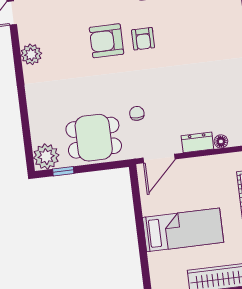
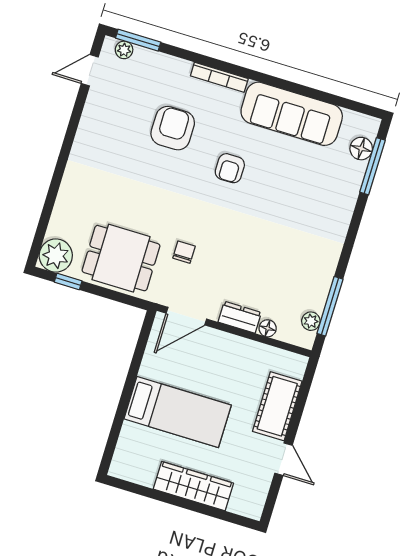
armchair: (107, 41) -> (173, 128), moved, turned 90
plant: (31, 54) -> (91, 129), removed

